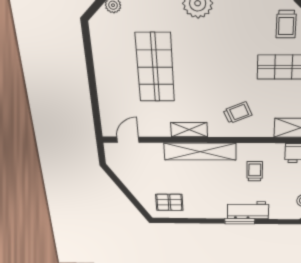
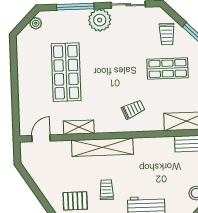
shelving: (189, 130) -> (79, 127), moved
trolley: (255, 171) -> (107, 190), moved

